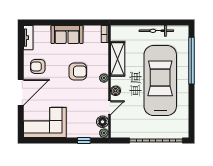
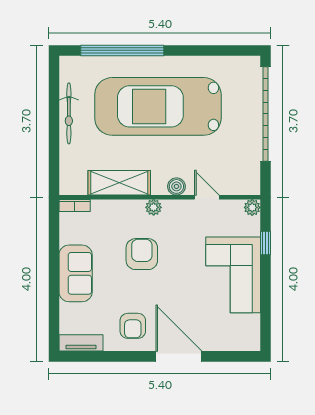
corner sofa: (45, 122) -> (233, 275), moved
floor lamp: (103, 122) -> (232, 210), removed

